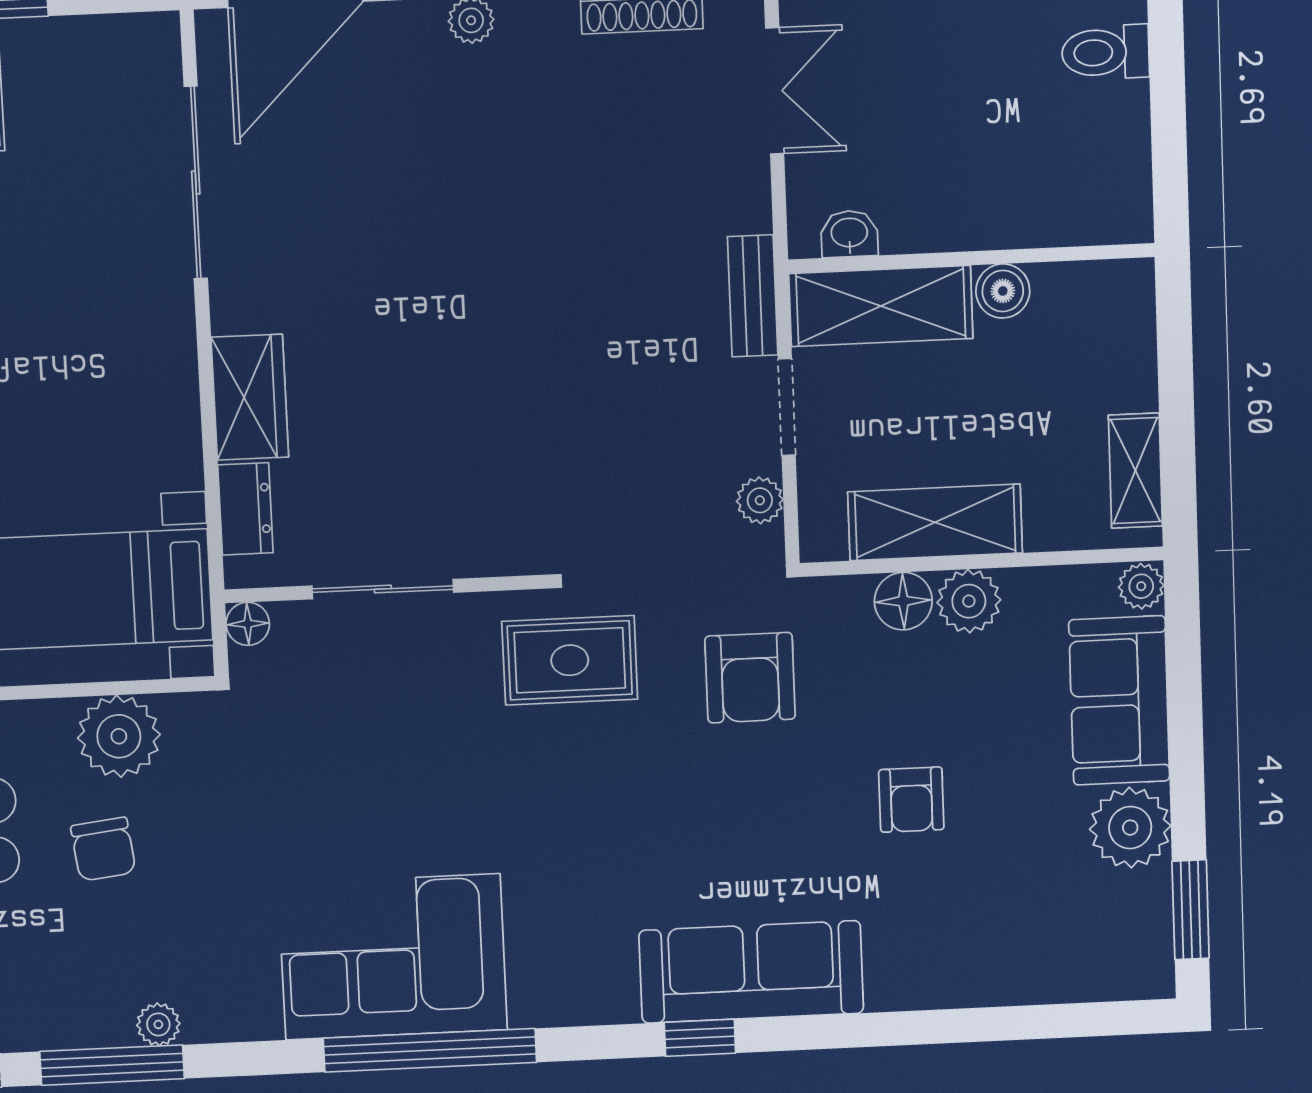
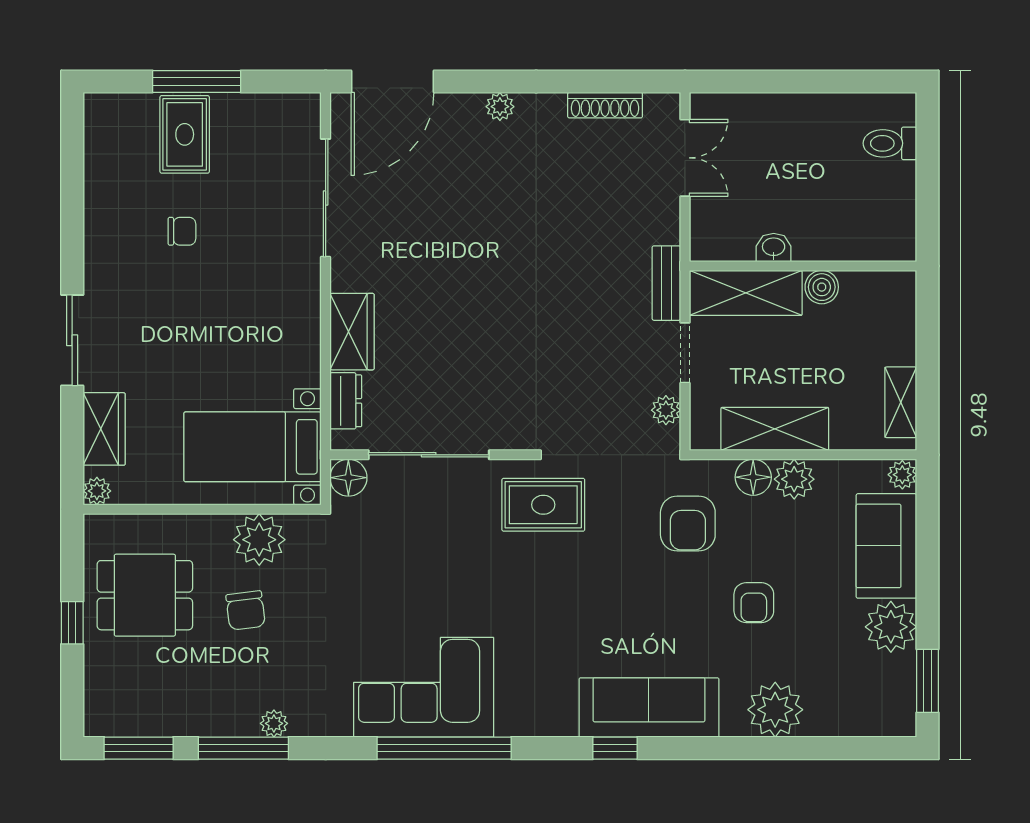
washbasin: (849, 234) -> (774, 248), moved
sliding door: (383, 589) -> (429, 455), width x1.37
floor lamp: (248, 624) -> (348, 478), width x1.37, depth x1.37
armchair: (750, 678) -> (688, 524), moved
plant: (951, 966) -> (775, 710), added

